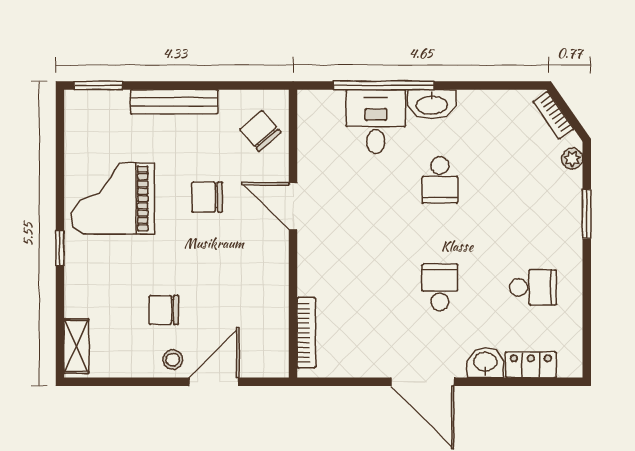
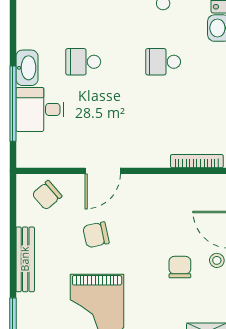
school desk: (440, 180) -> (83, 62), turned 180
chair: (207, 197) -> (96, 235), turned 78
chair: (164, 310) -> (180, 267), turned 180

